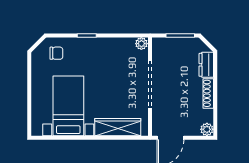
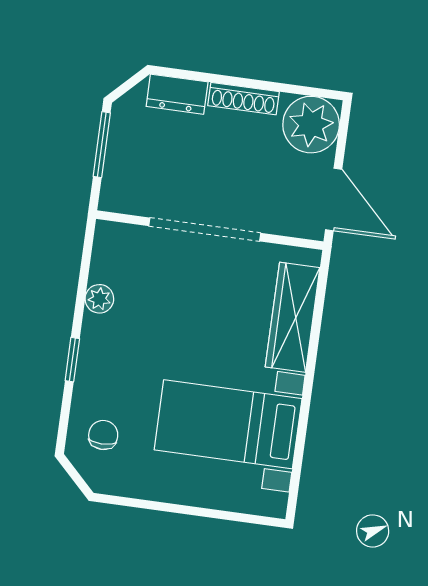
plant: (141, 44) -> (99, 299), moved
plant: (207, 129) -> (311, 125), width x1.87, depth x1.87

